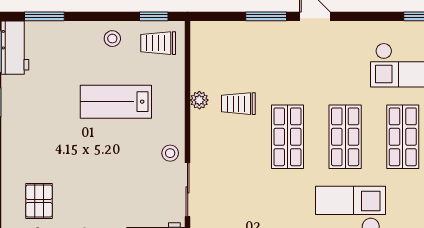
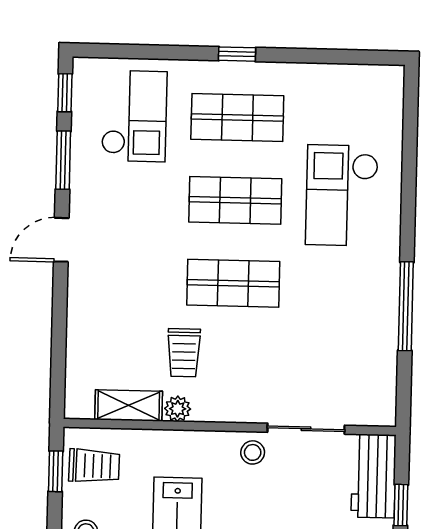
window: (266, 16) -> (63, 160), moved
trolley: (158, 43) -> (94, 466), turned -89
shelving: (201, 66) -> (129, 405), added

